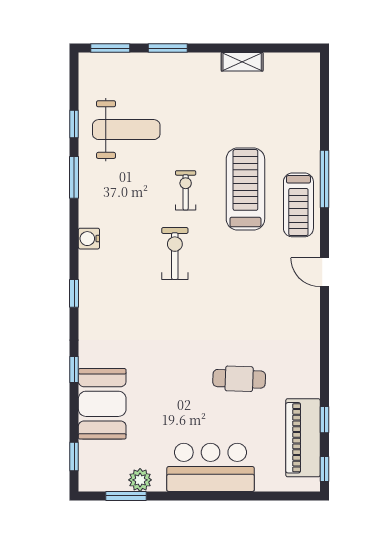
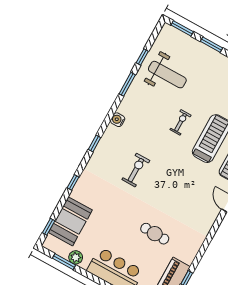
exercise bike: (175, 253) -> (136, 170), moved
booth: (102, 404) -> (70, 221), moved

